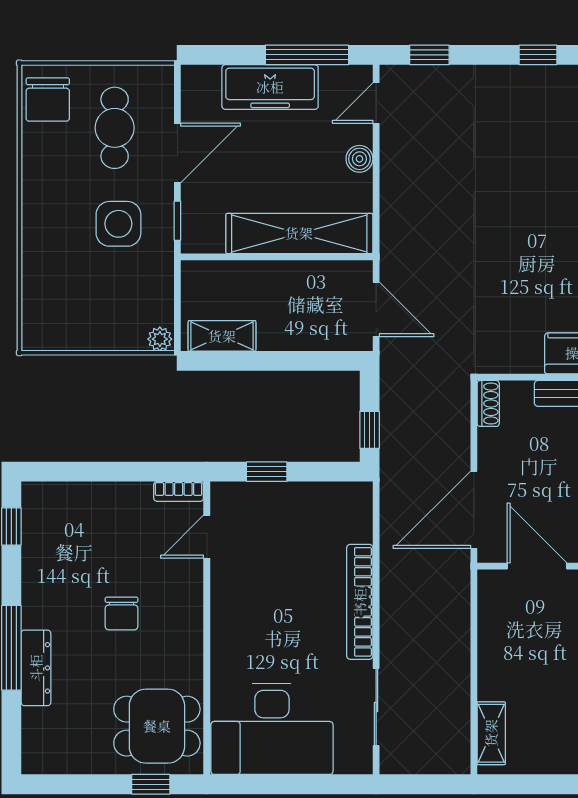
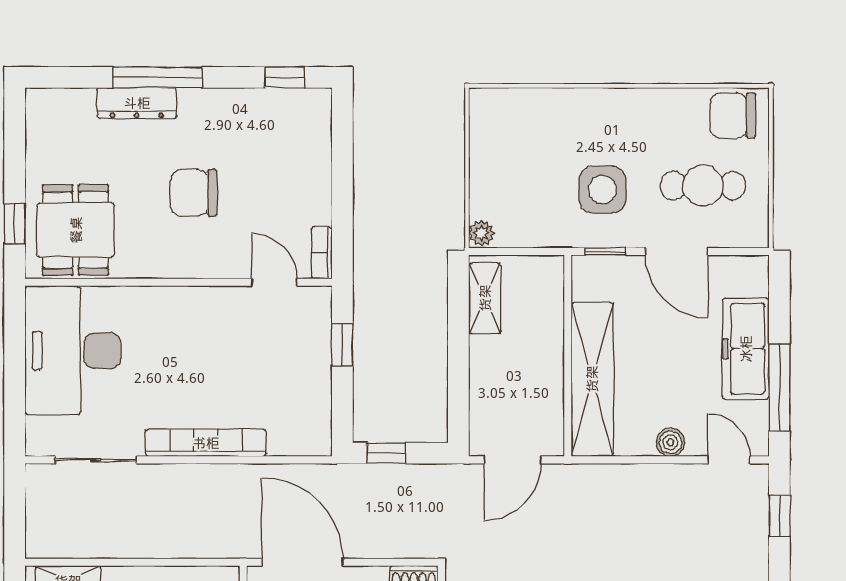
chair: (122, 613) -> (194, 193), width x1.37, depth x1.37

